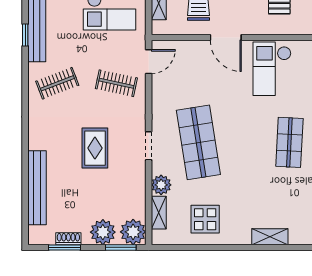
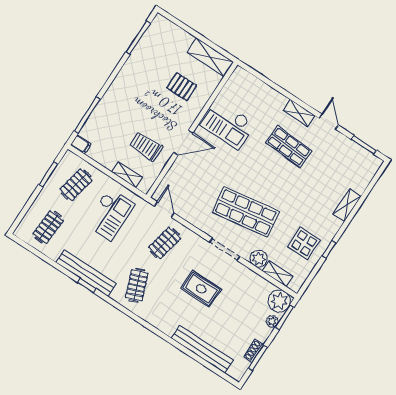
doorway: (149, 146) -> (225, 249), width x1.38
plant: (103, 232) -> (272, 321), width x0.53, depth x0.53
window: (215, 247) -> (329, 250), added

